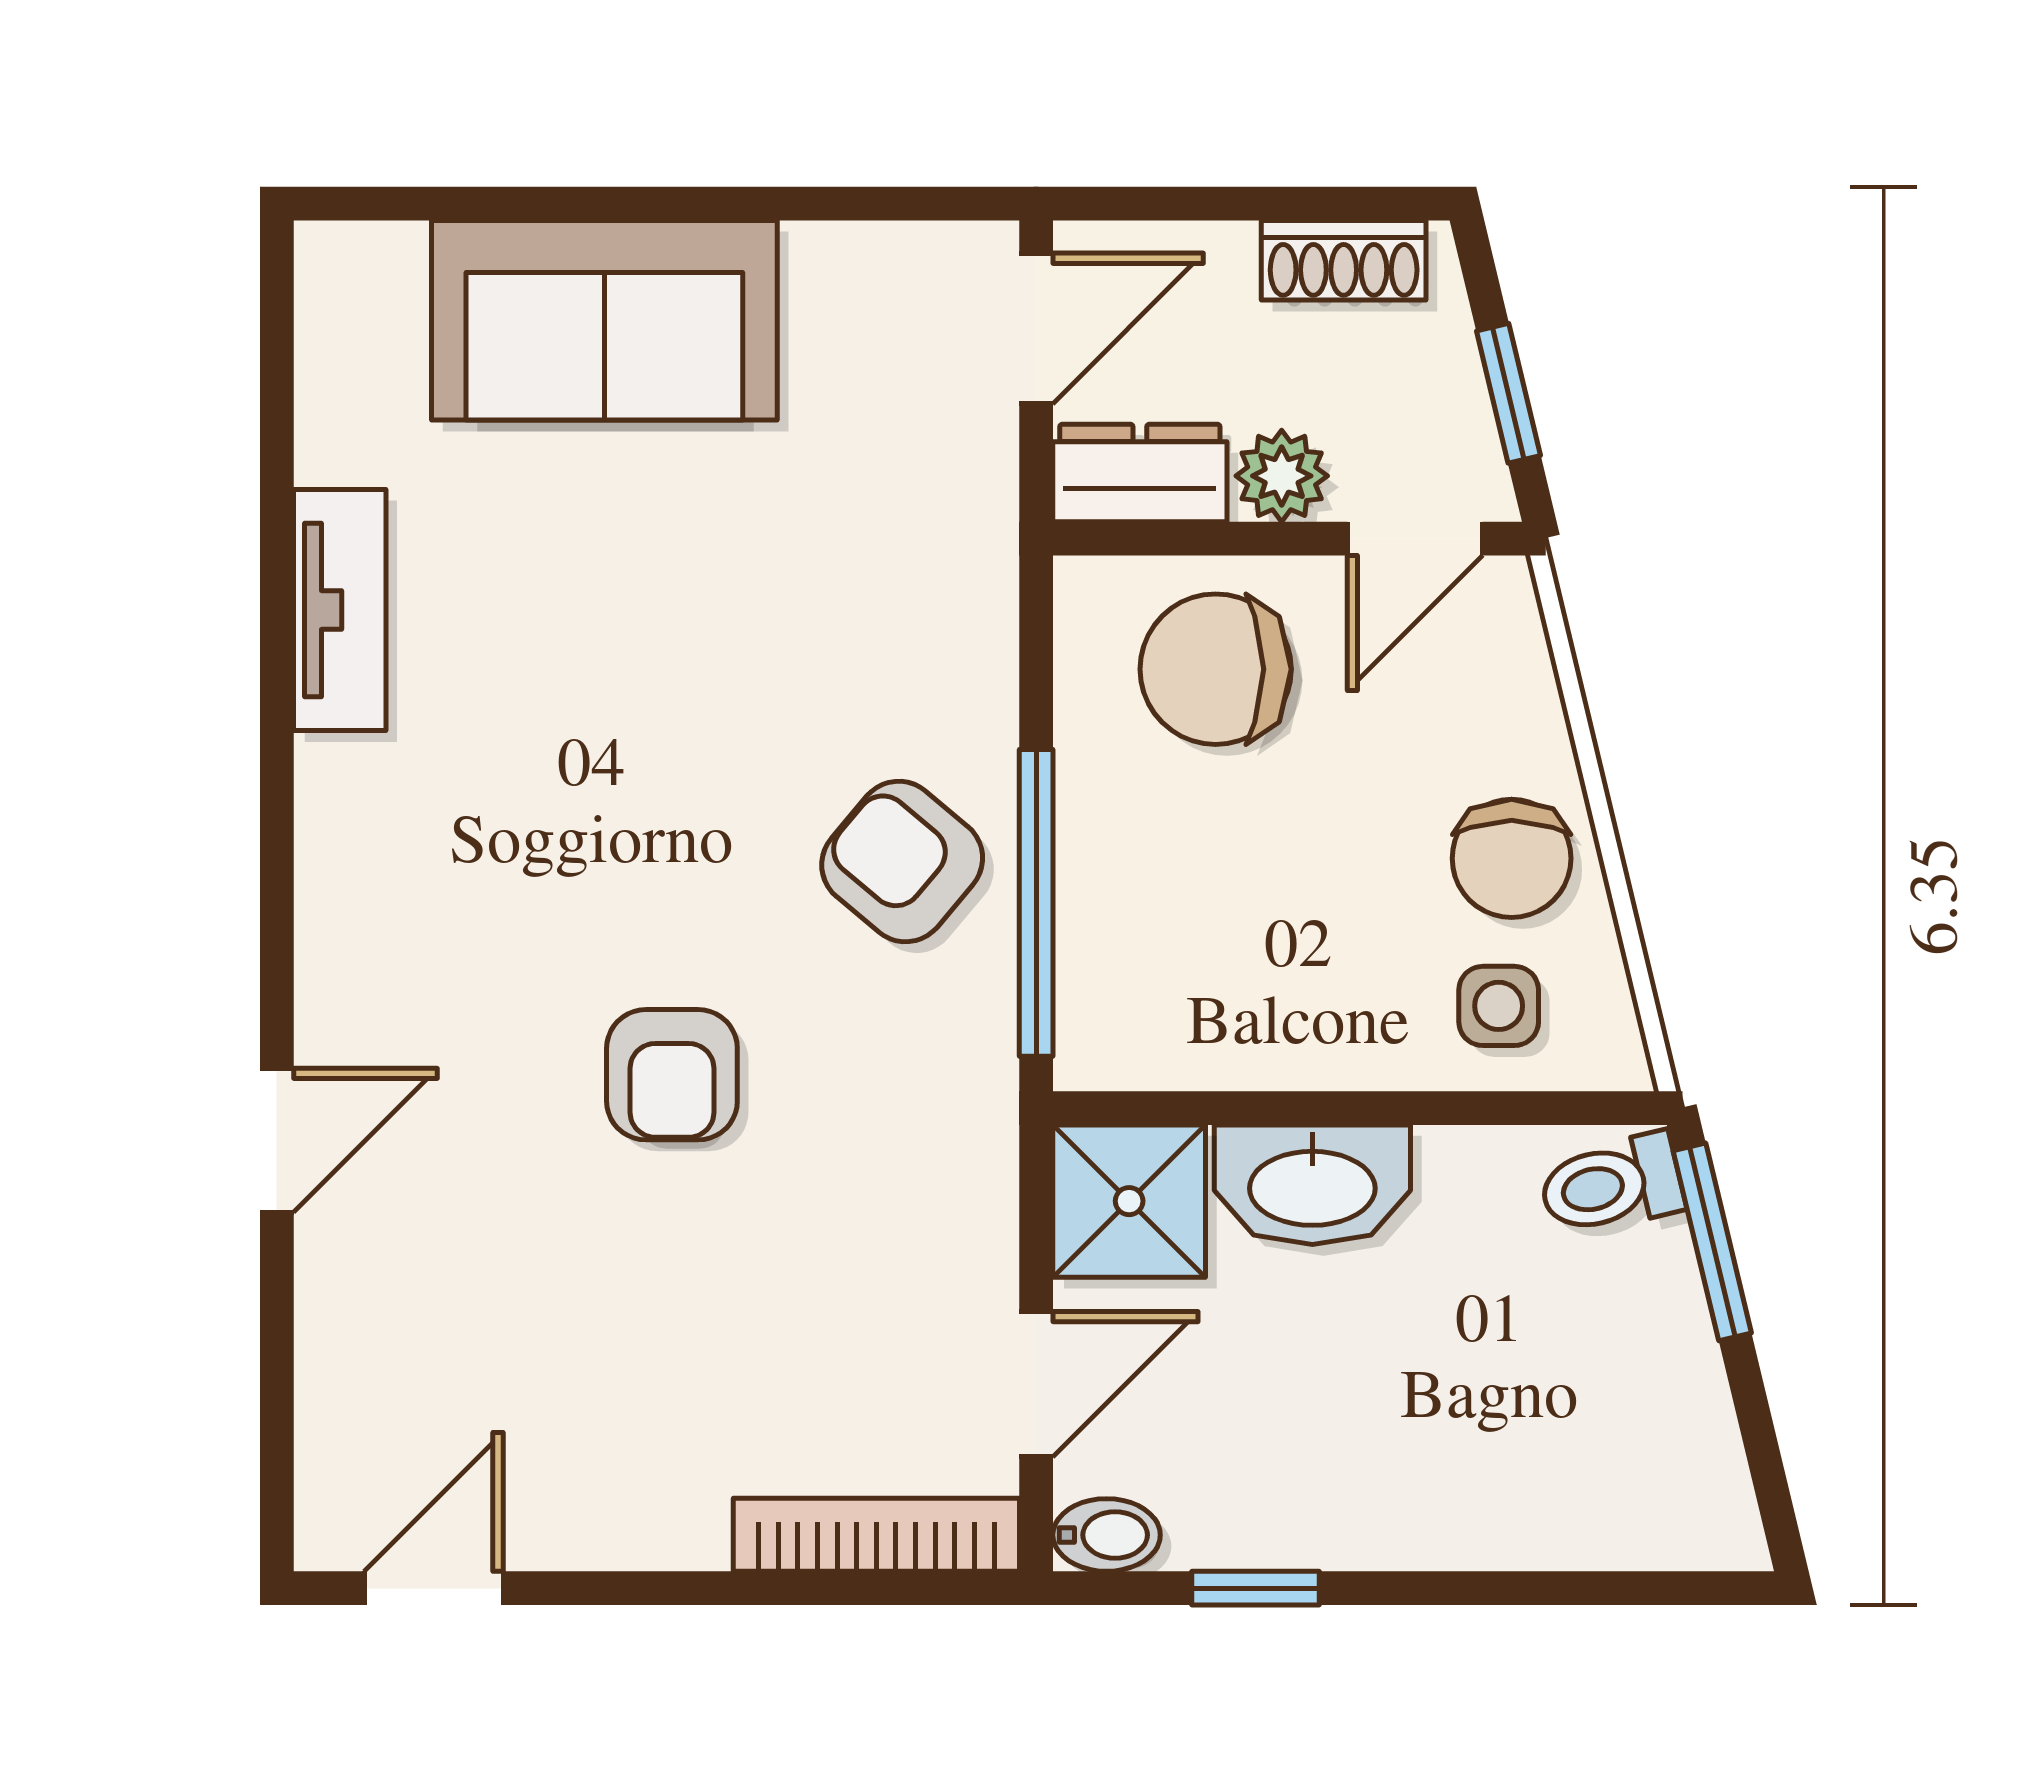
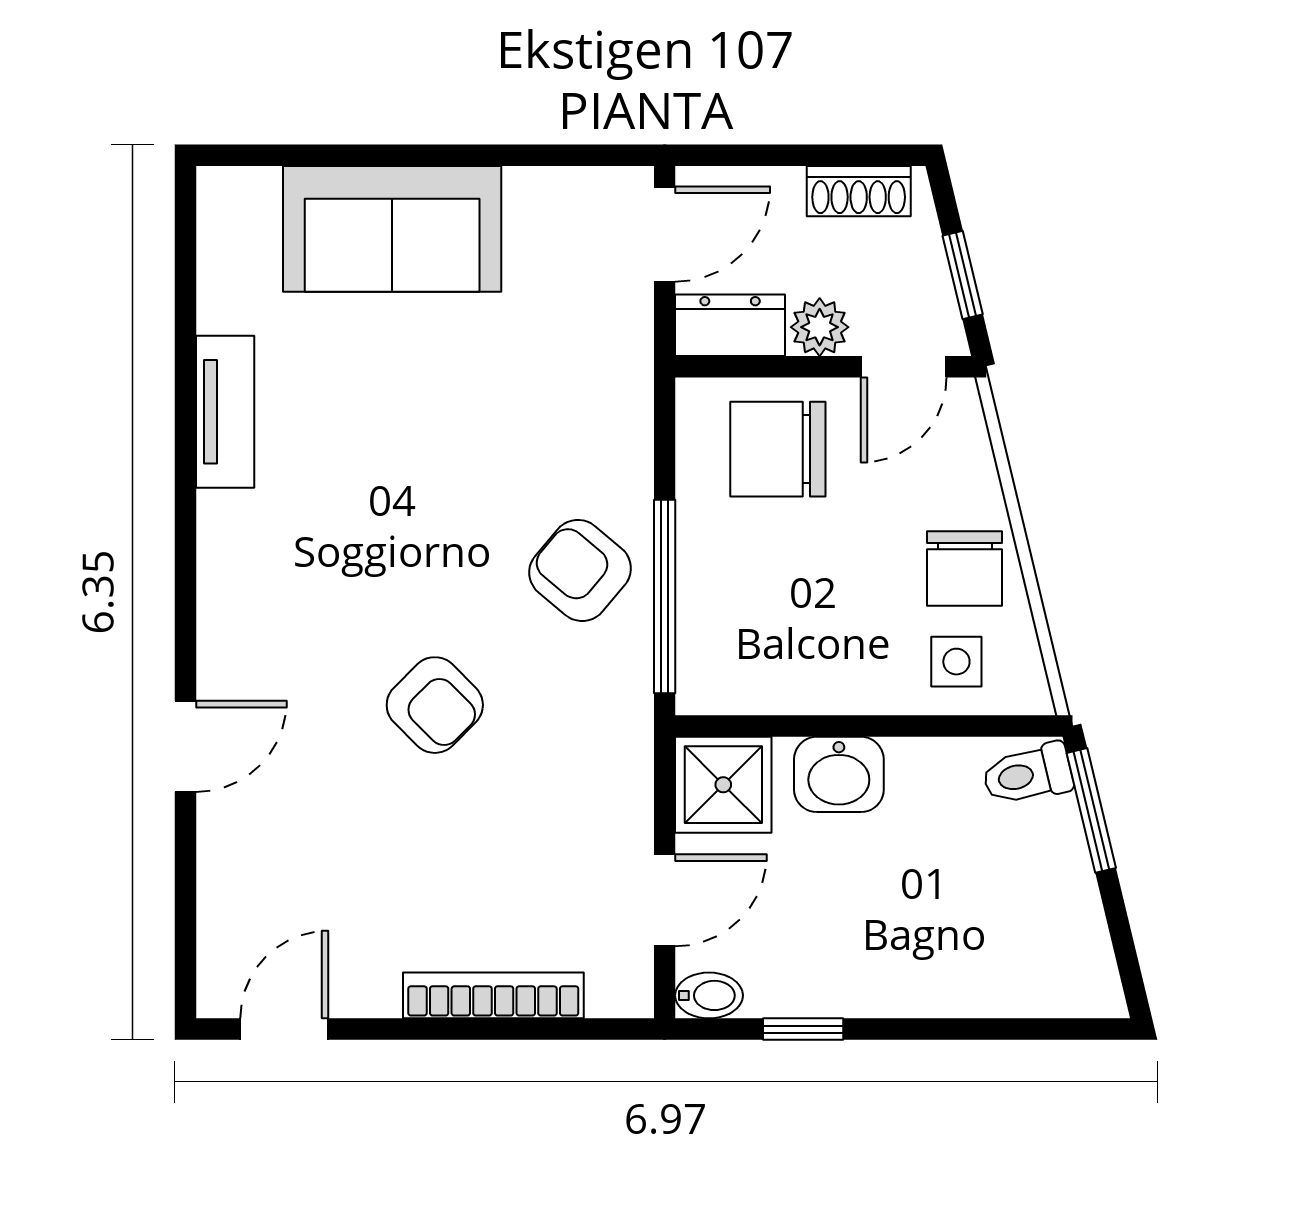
armchair: (672, 1075) -> (435, 705), turned -45
washbasin: (1312, 1185) -> (839, 774), width x0.72
bookcase: (876, 1535) -> (493, 995), moved

